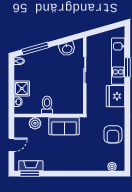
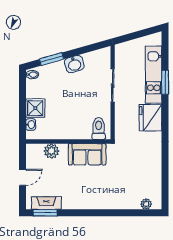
window: (35, 49) -> (52, 59), width x0.69
washbasin: (67, 49) -> (74, 64), moved
toilet: (47, 105) -> (99, 128), moved
armchair: (113, 134) -> (147, 165), removed

